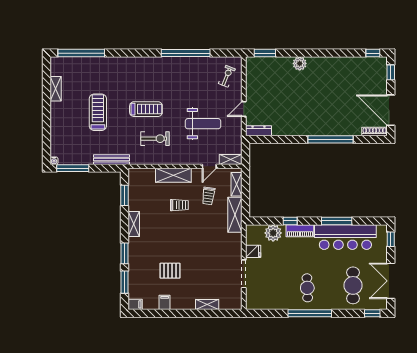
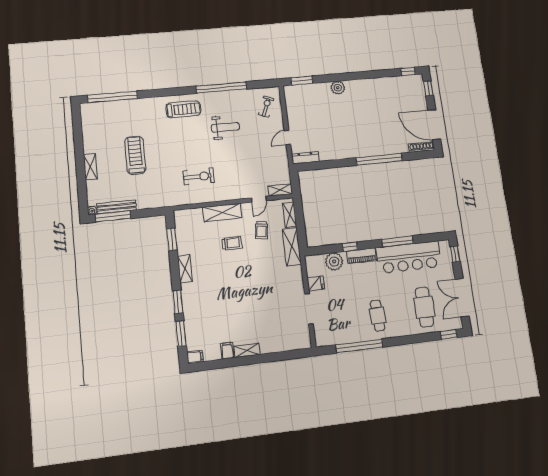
shelving: (56, 89) -> (90, 167), moved
treadmill: (146, 109) -> (183, 109), moved
weight bench: (203, 124) -> (225, 127), moved, width x0.73, depth x0.75
bench: (111, 160) -> (117, 207), moved
pallet: (170, 271) -> (229, 315), removed
shelving: (207, 304) -> (247, 351), moved
window: (310, 313) -> (359, 346), moved

